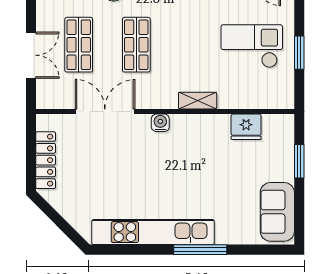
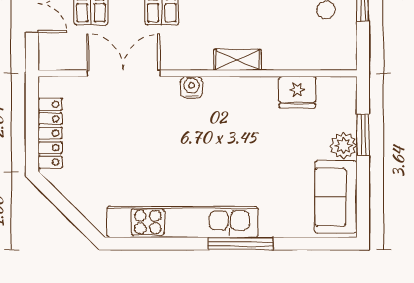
plant: (284, 170) -> (343, 145), added

